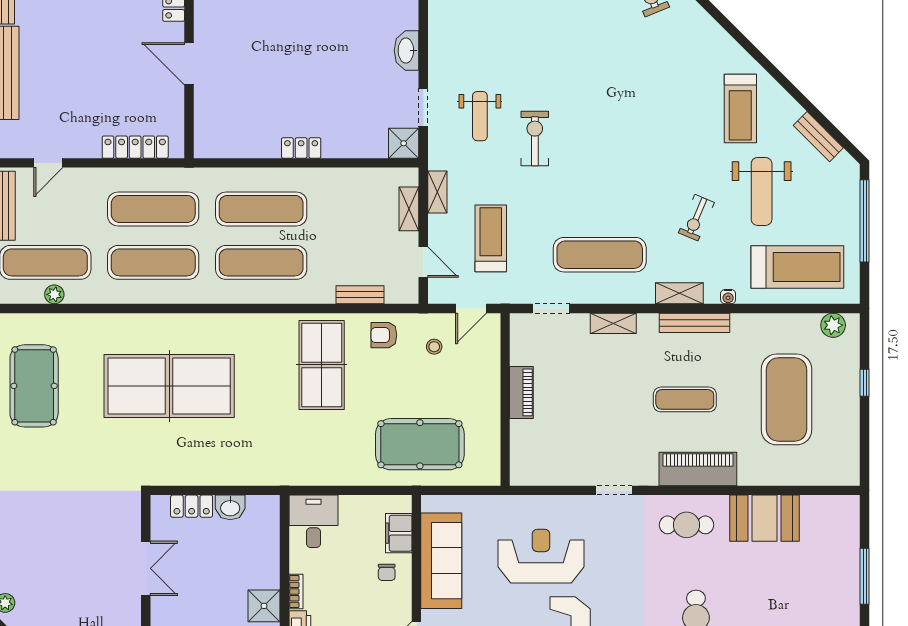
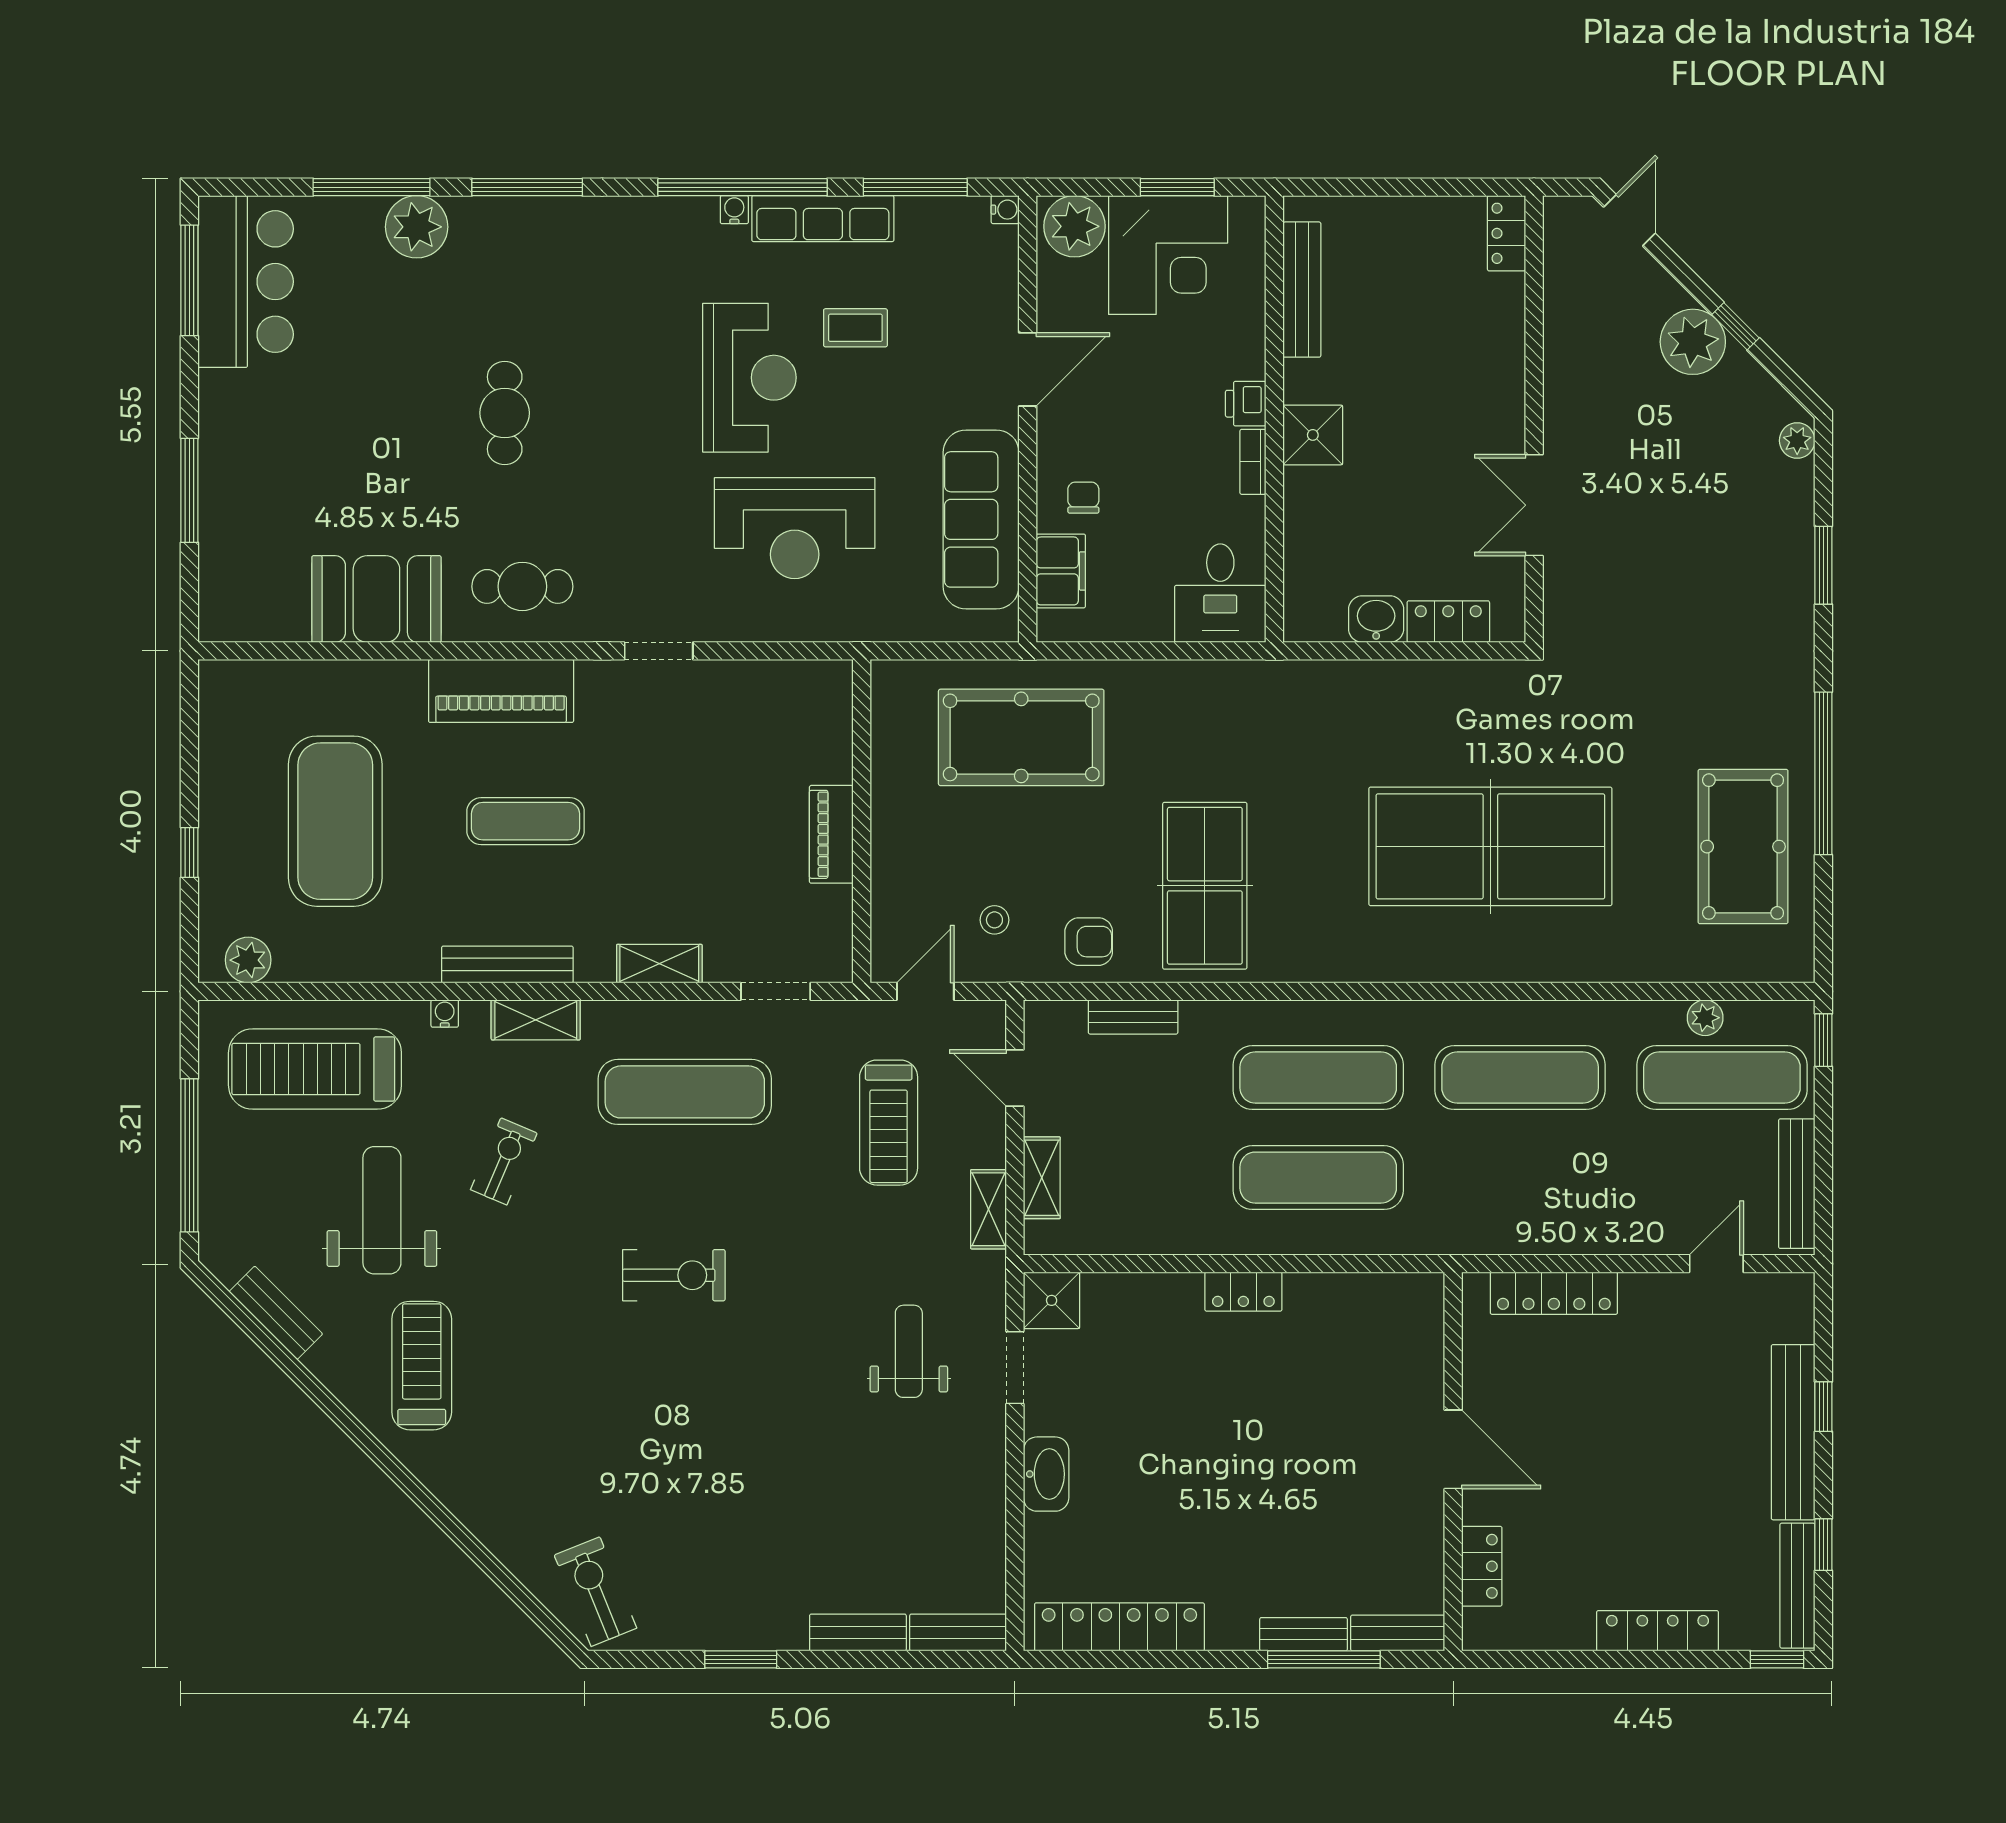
exercise bike: (535, 138) -> (674, 1275), moved, turned -90
exercise mat: (153, 209) -> (1520, 1178), removed

